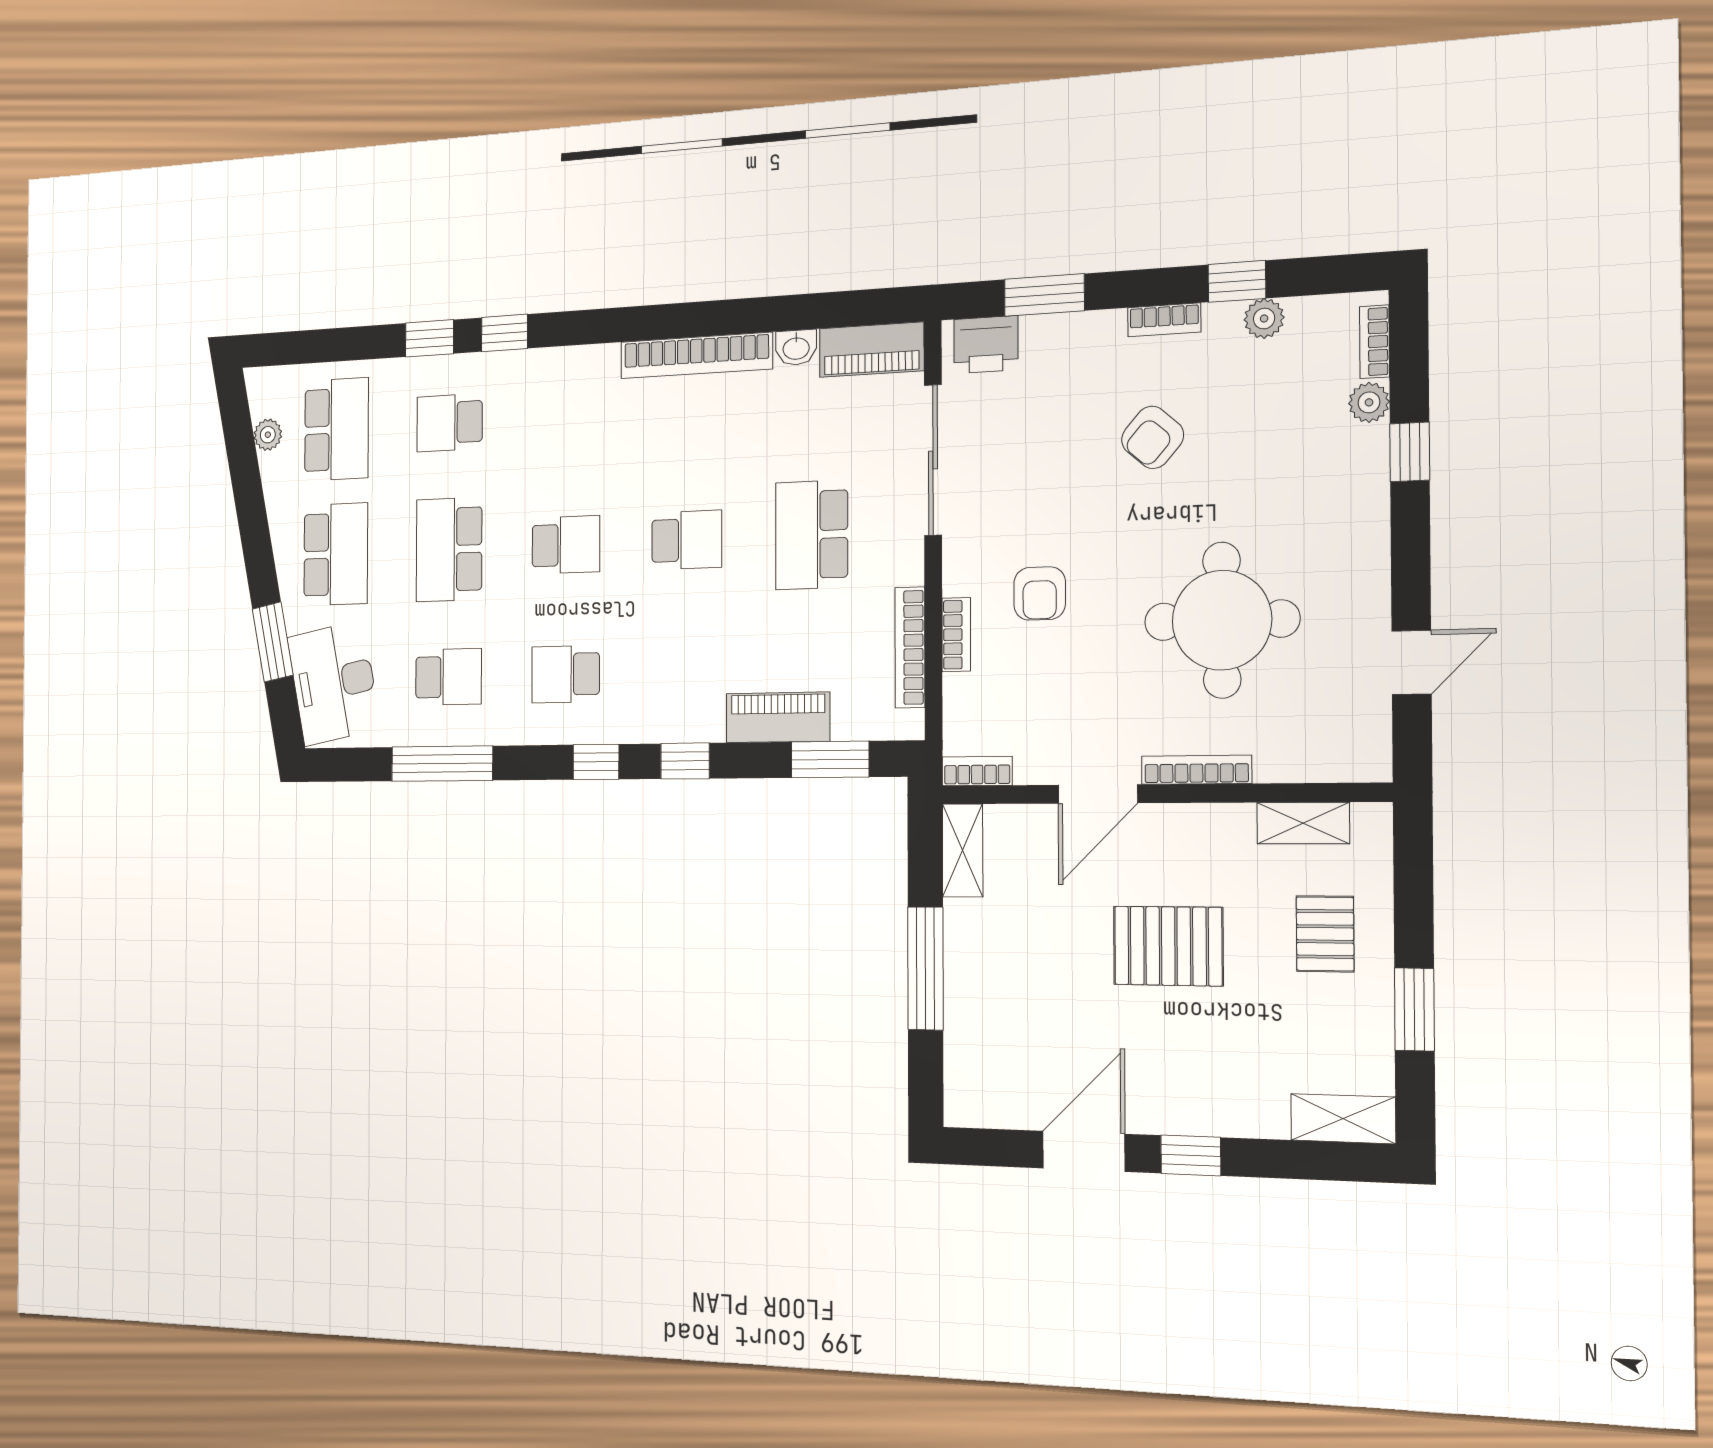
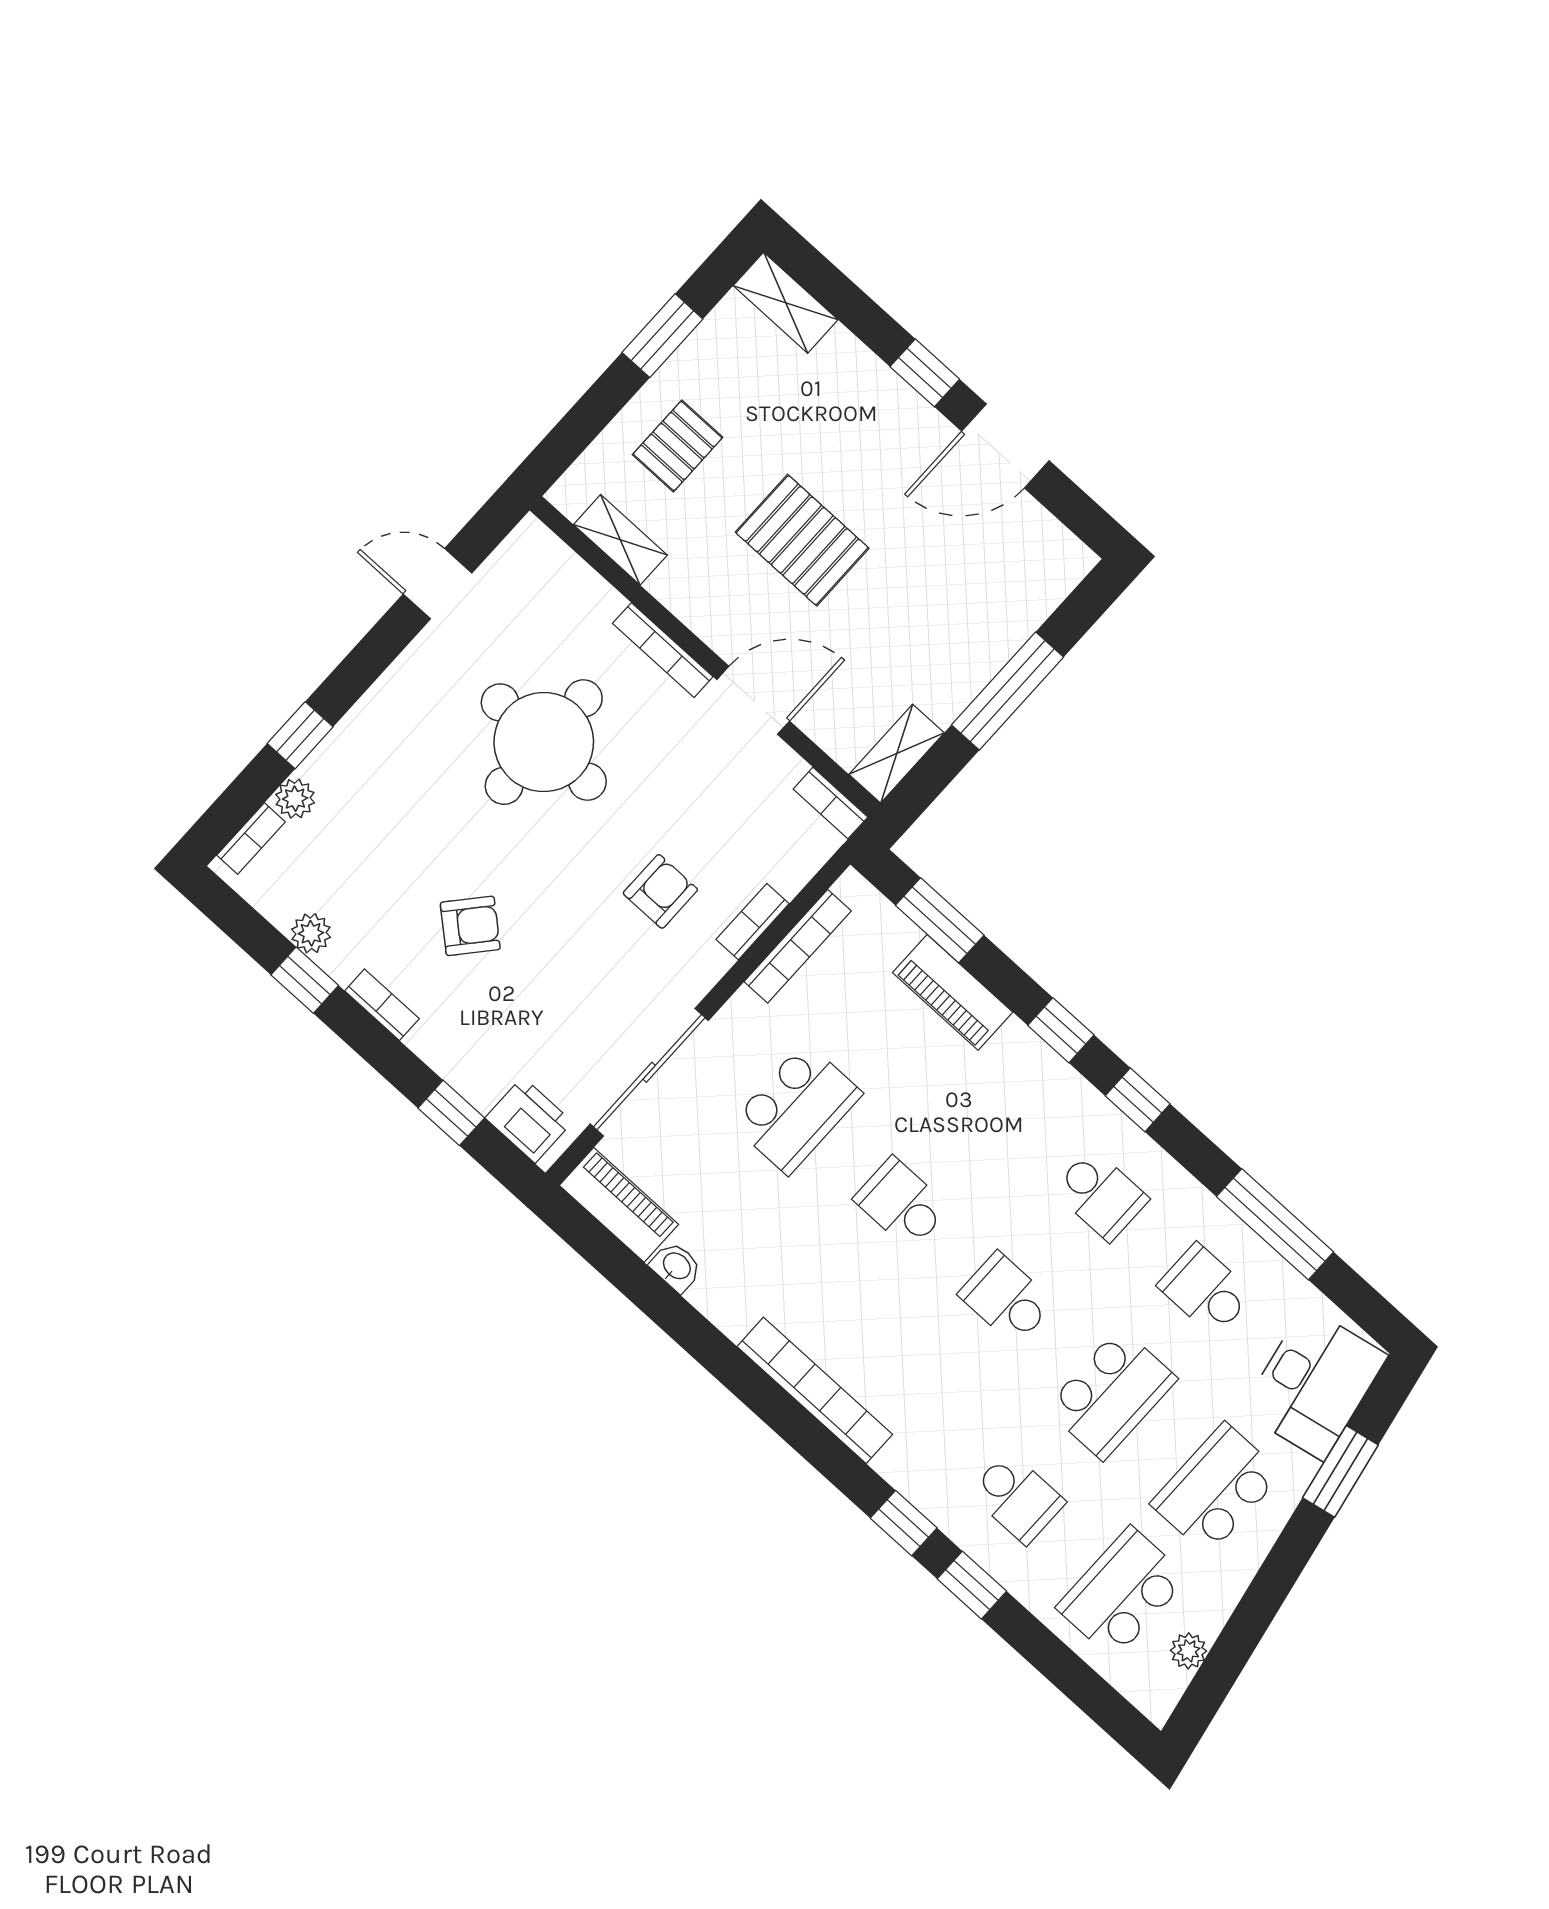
window: (1044, 295) -> (451, 1113), width x0.67
bookcase: (696, 355) -> (815, 1390), moved

